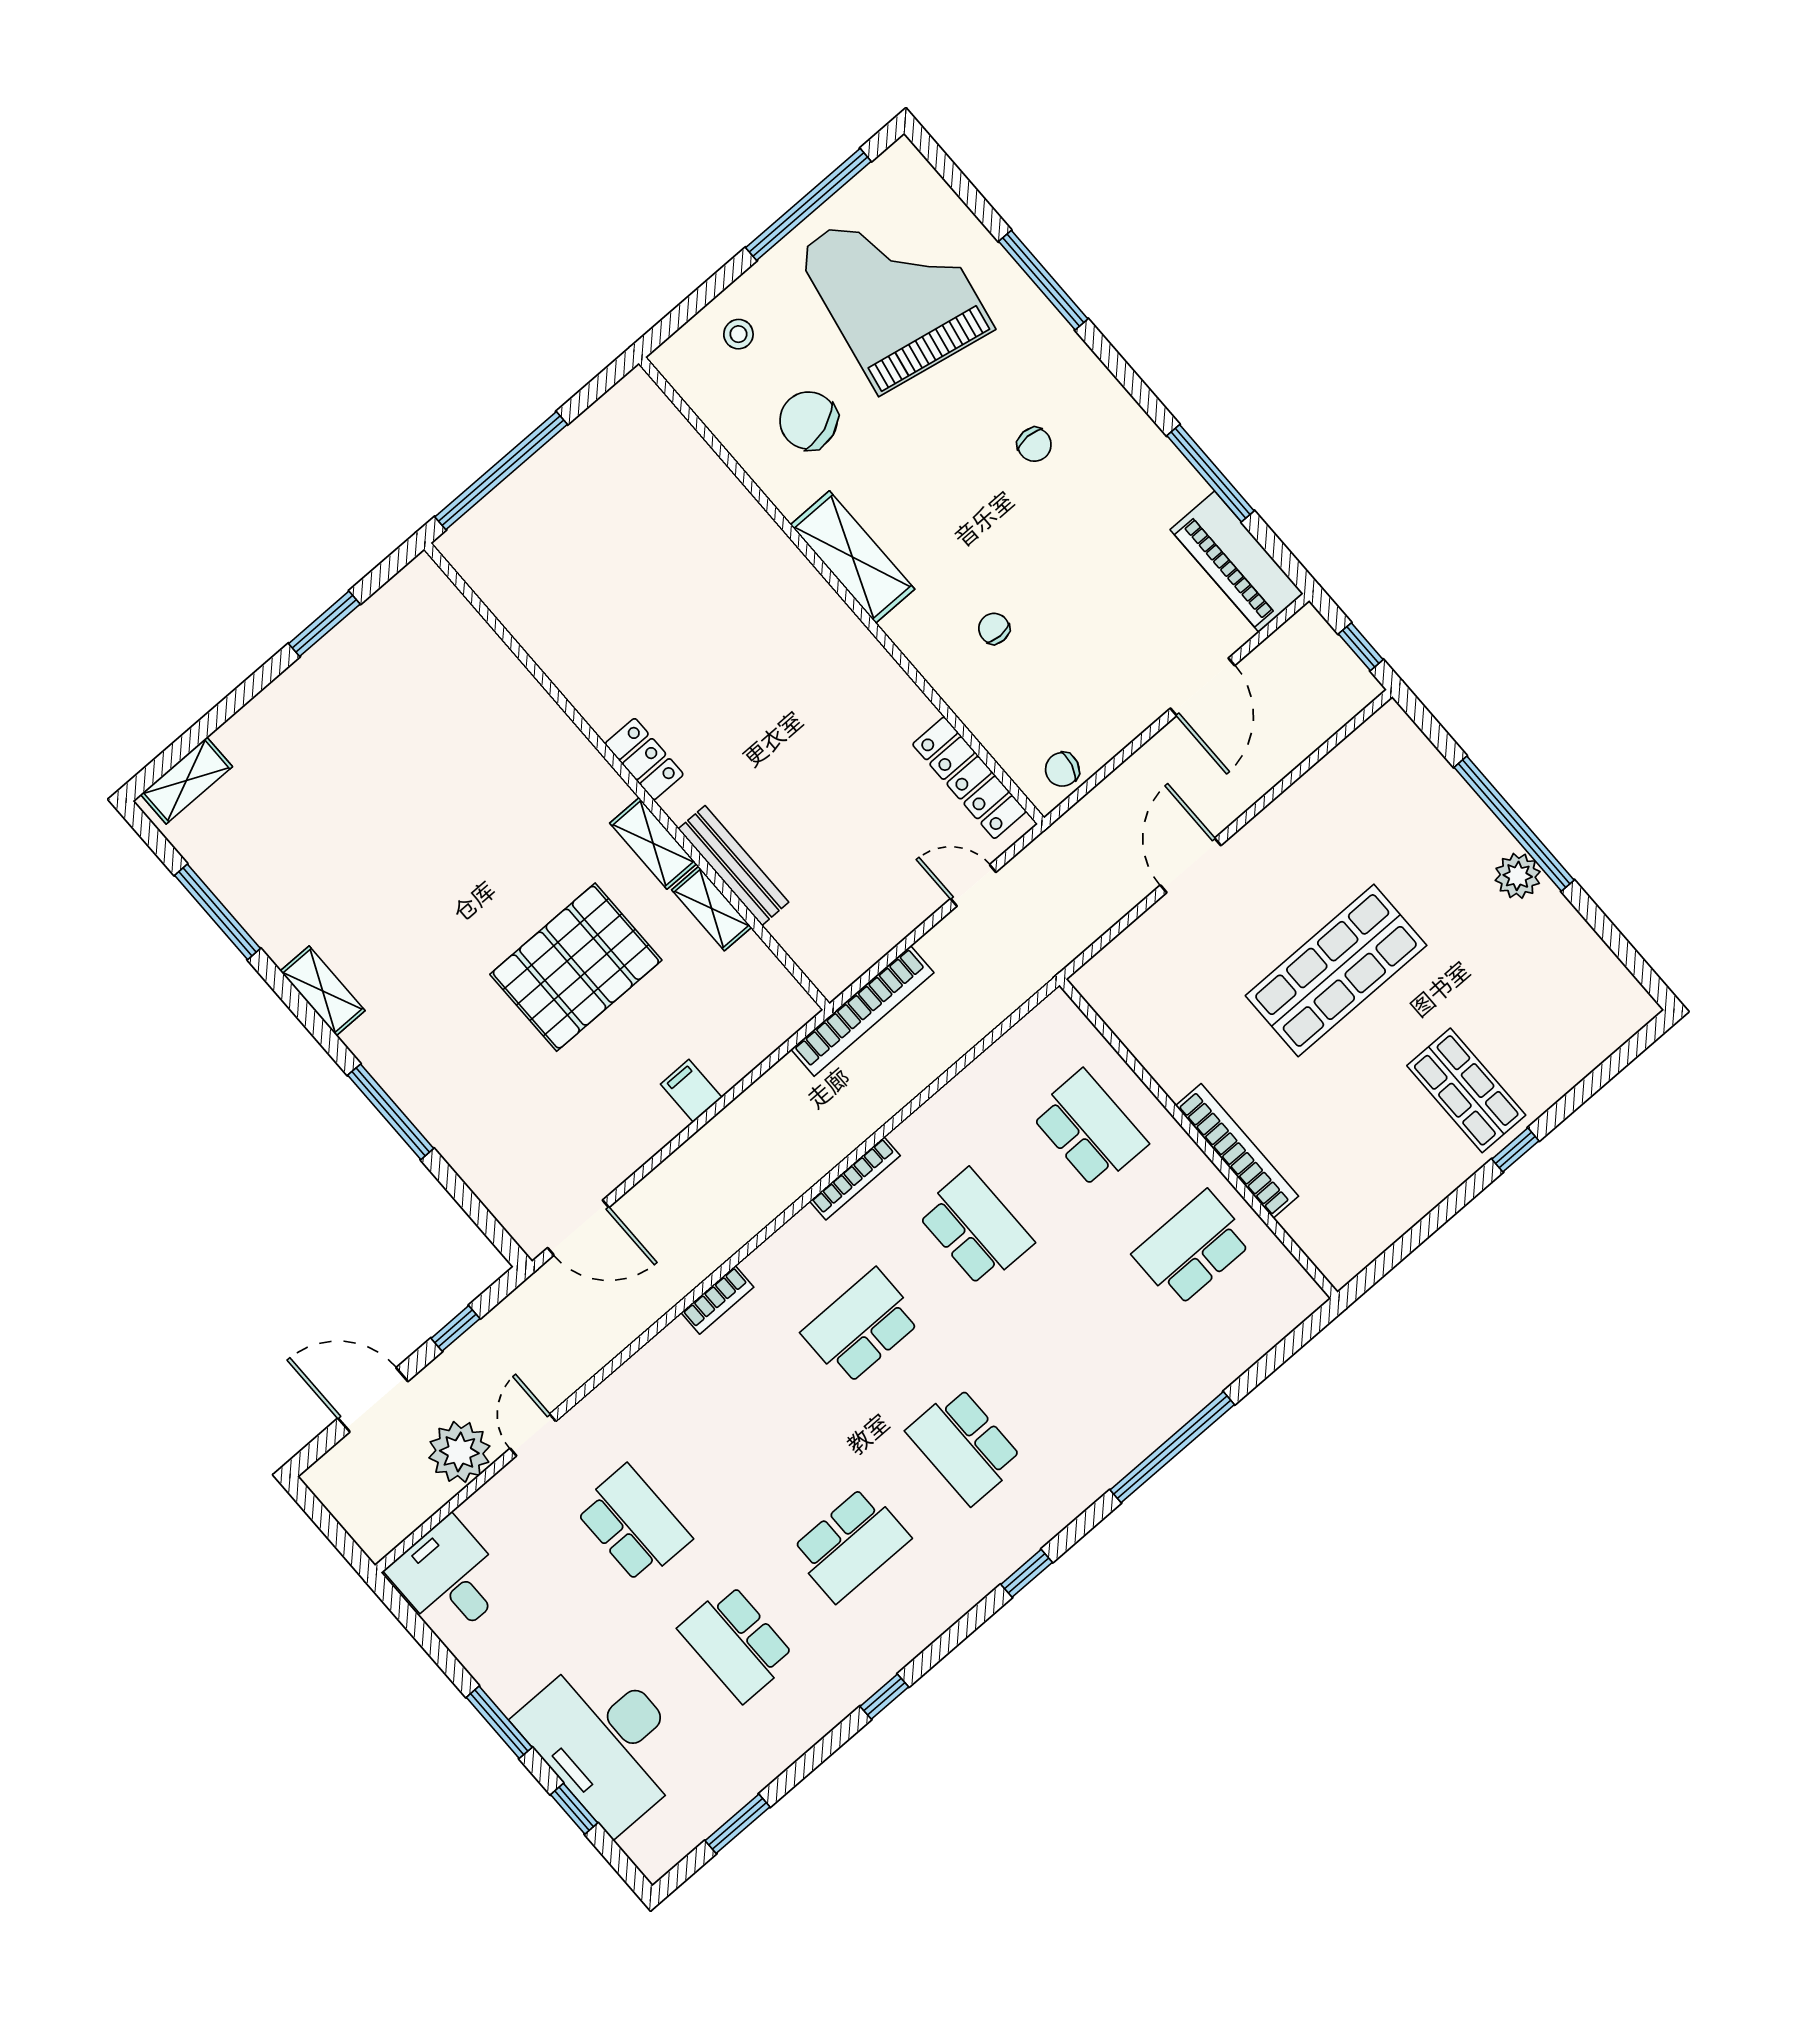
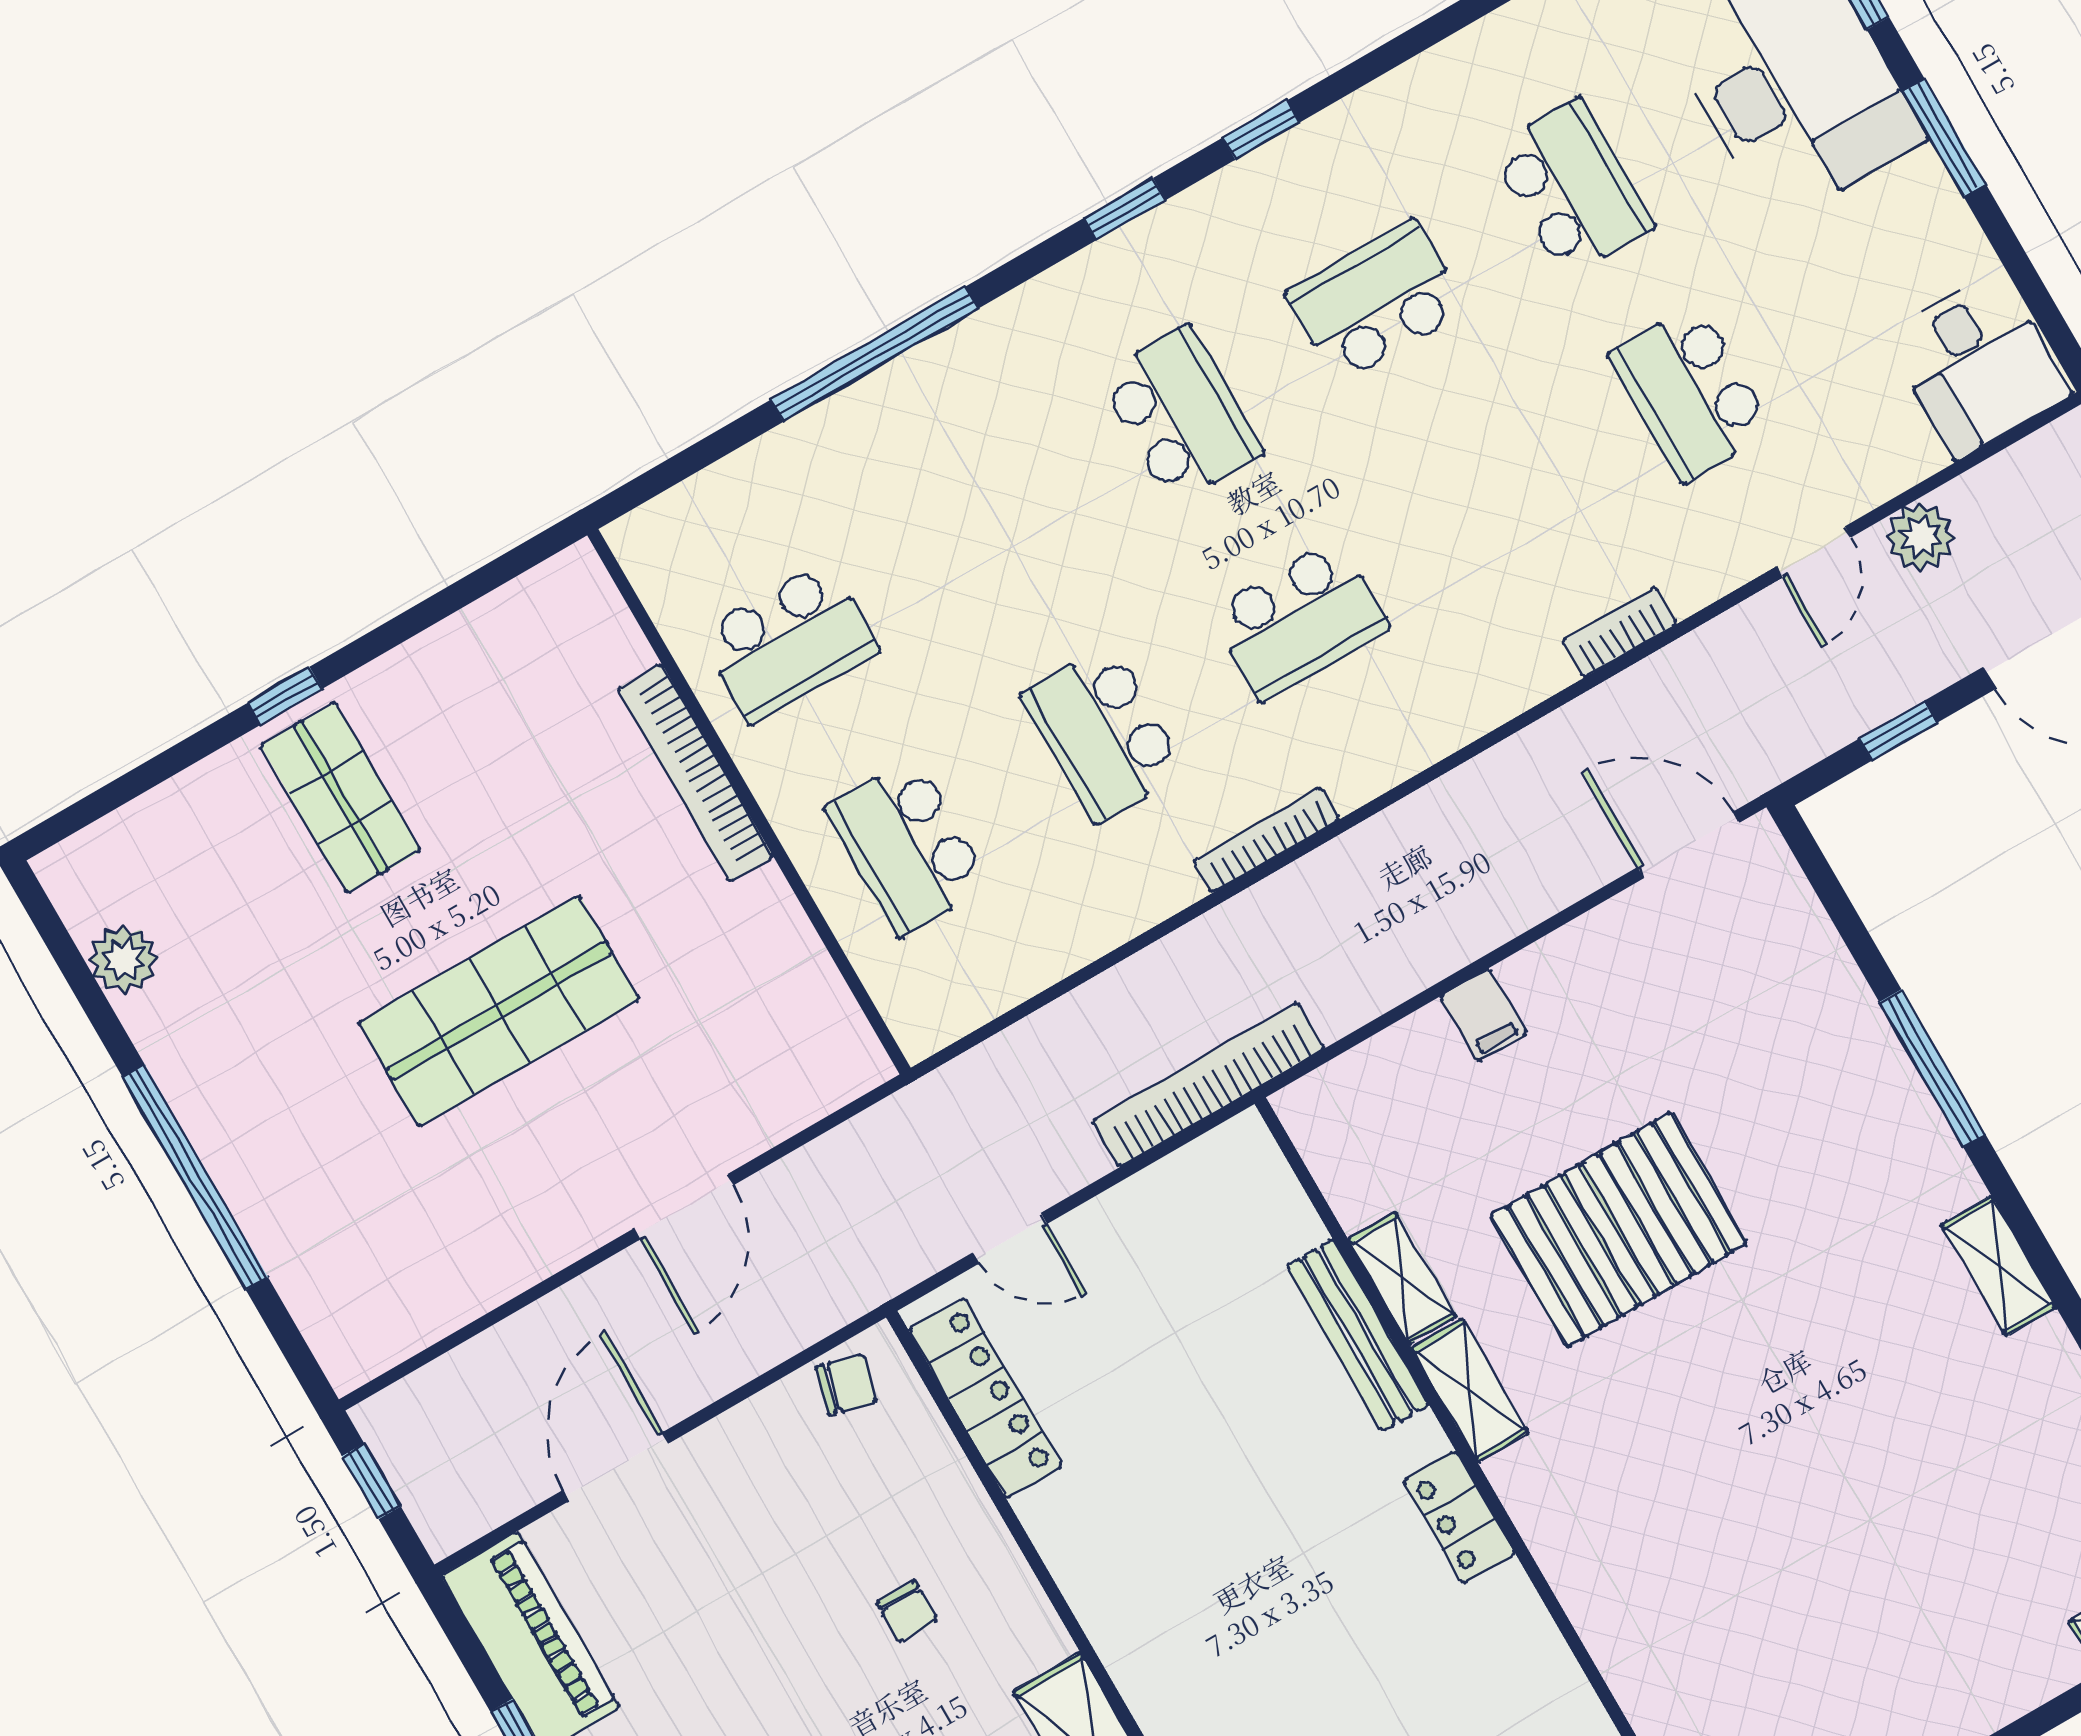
plant: (1518, 876) -> (123, 959), moved
bookcase: (717, 1300) -> (1619, 632), moved
plant: (459, 1452) -> (1920, 537), width x0.73, depth x0.73
window: (884, 1697) -> (1261, 130), moved

